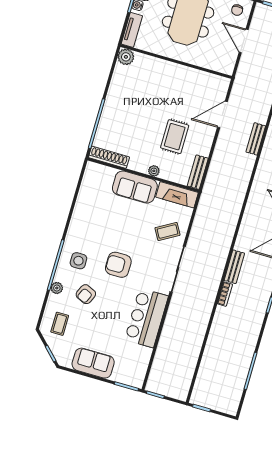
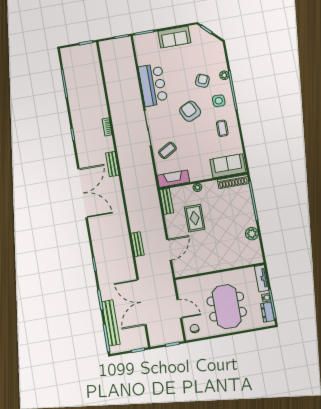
plant: (126, 57) -> (252, 234), moved
sofa: (135, 187) -> (228, 166), moved
armchair: (118, 265) -> (190, 111), turned -116
bench: (234, 267) -> (112, 164), moved
coffee table: (60, 324) -> (222, 128), moved

